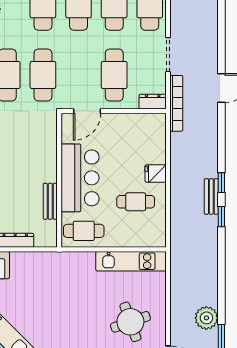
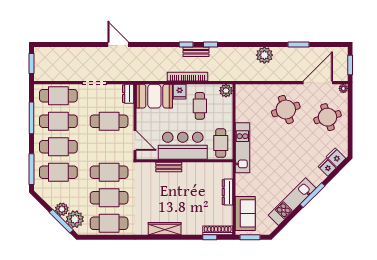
bookcase: (176, 103) -> (187, 77), moved
booth: (149, 138) -> (154, 96), added
bench: (50, 201) -> (169, 167), moved
plant: (157, 238) -> (226, 91), added
kitchen unit: (131, 261) -> (242, 148), moved
plant: (206, 318) -> (264, 55), moved

